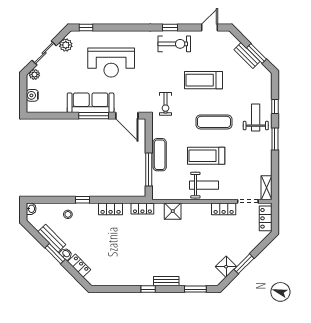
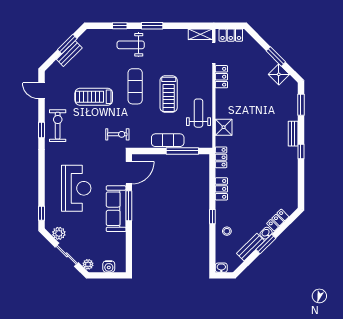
treadmill: (203, 80) -> (94, 97), turned 90
weight bench: (204, 185) -> (198, 113), moved

